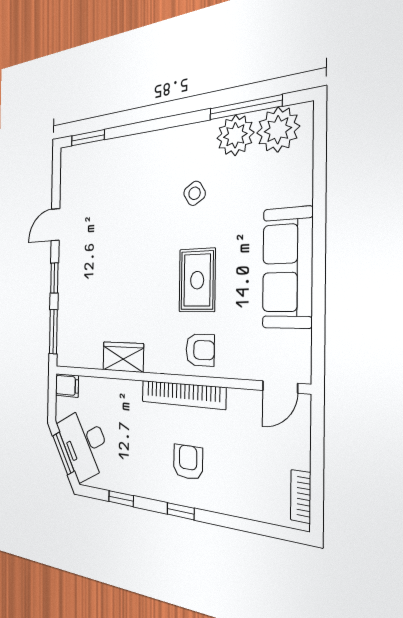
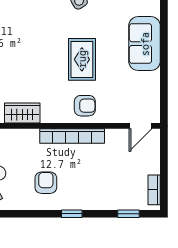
sofa: (287, 268) -> (145, 44), width x0.73
armchair: (188, 462) -> (46, 183), moved
window: (121, 499) -> (128, 214), moved

